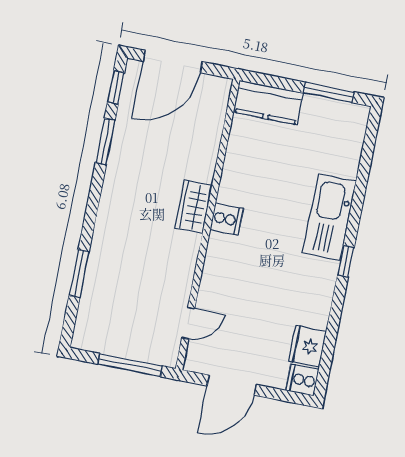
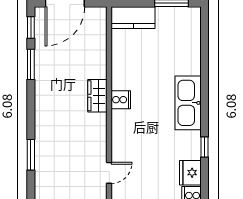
kitchen sink: (329, 217) -> (188, 103), moved
window: (346, 261) -> (204, 147), moved

